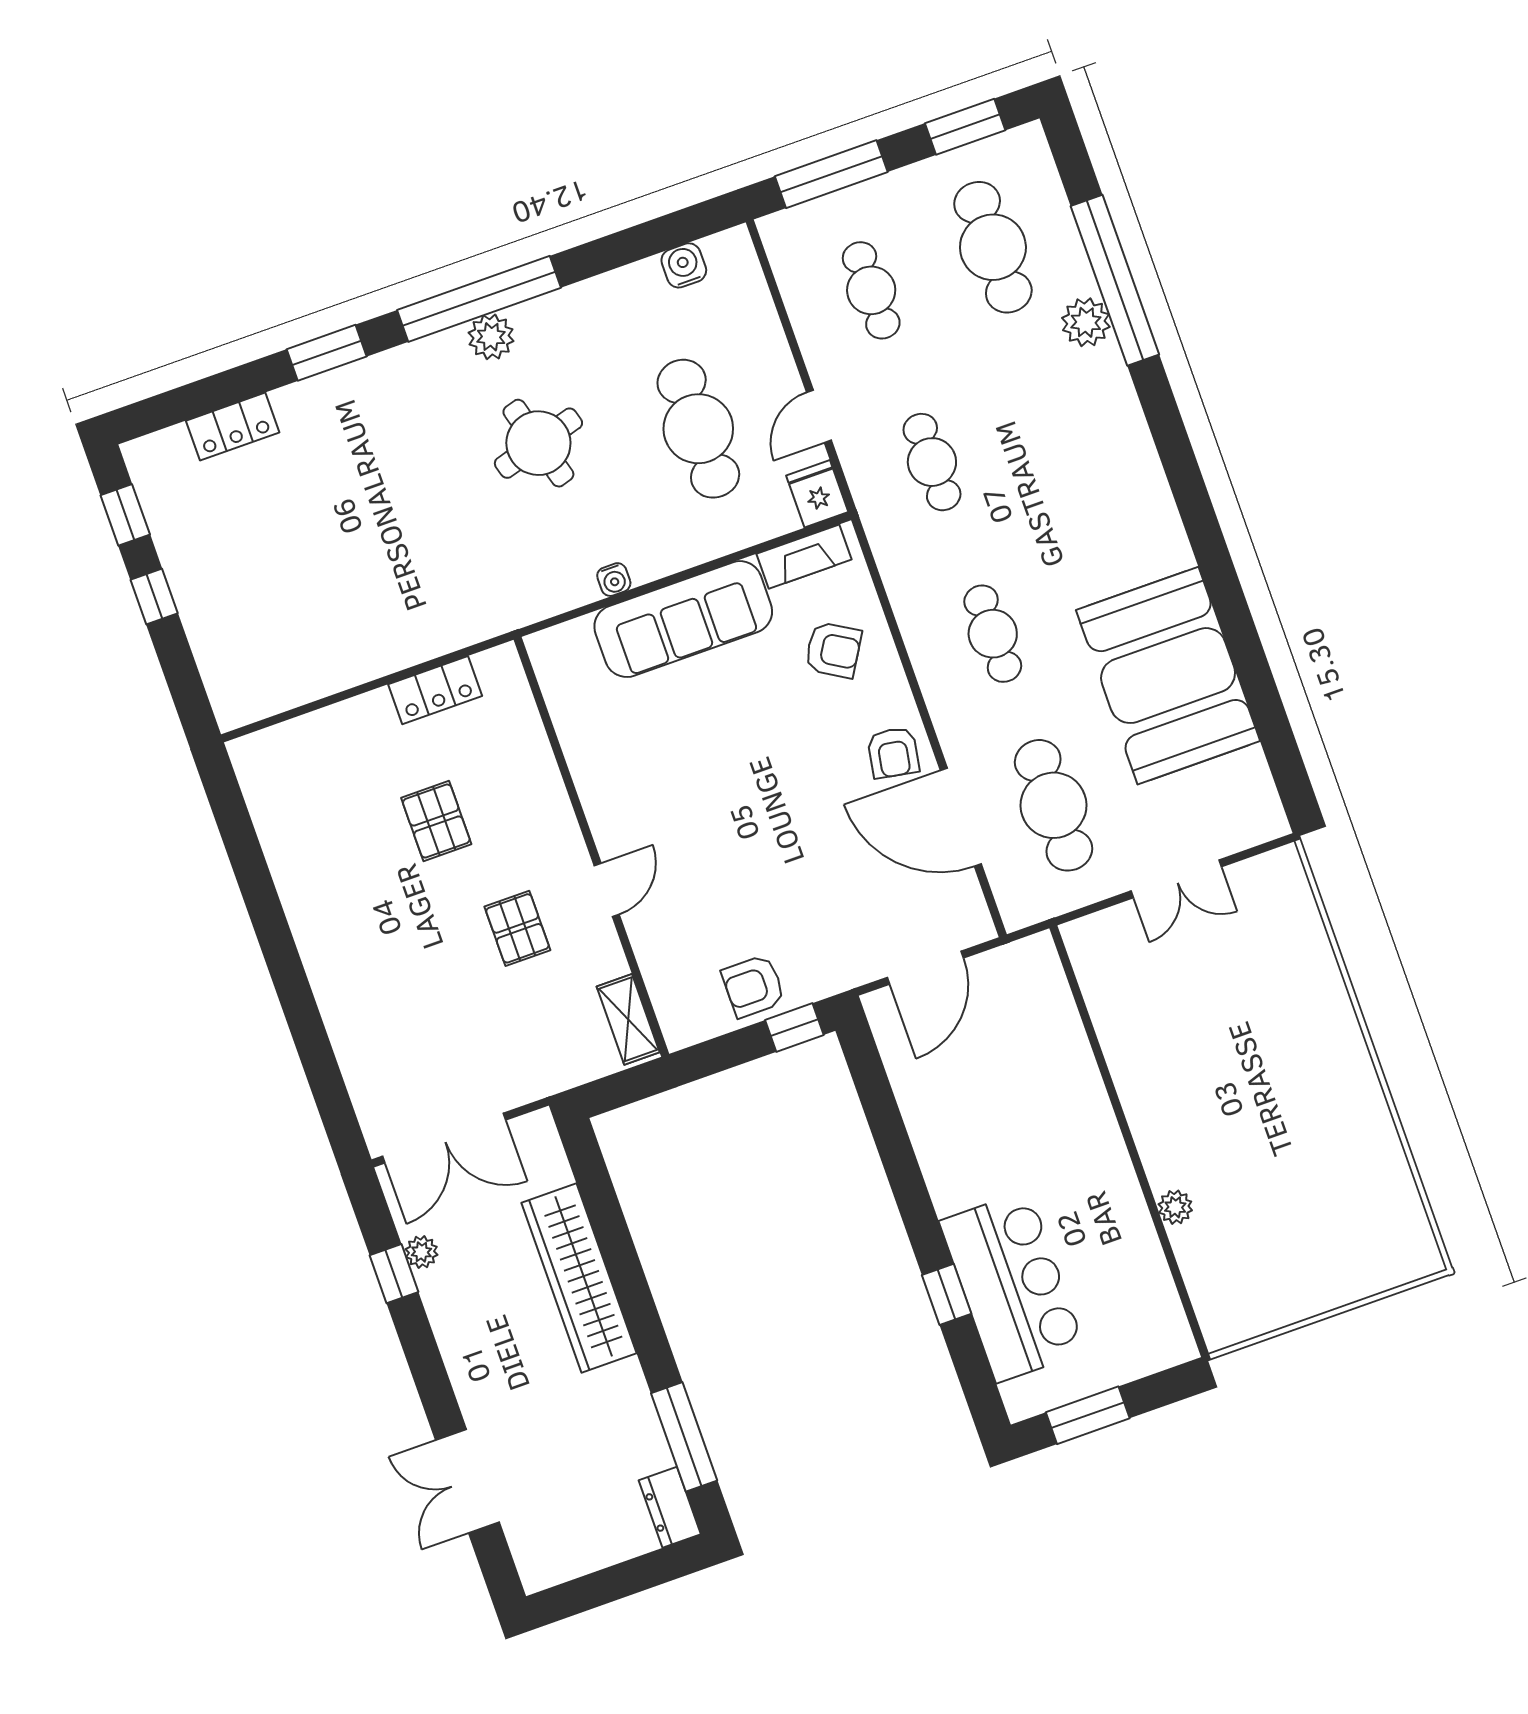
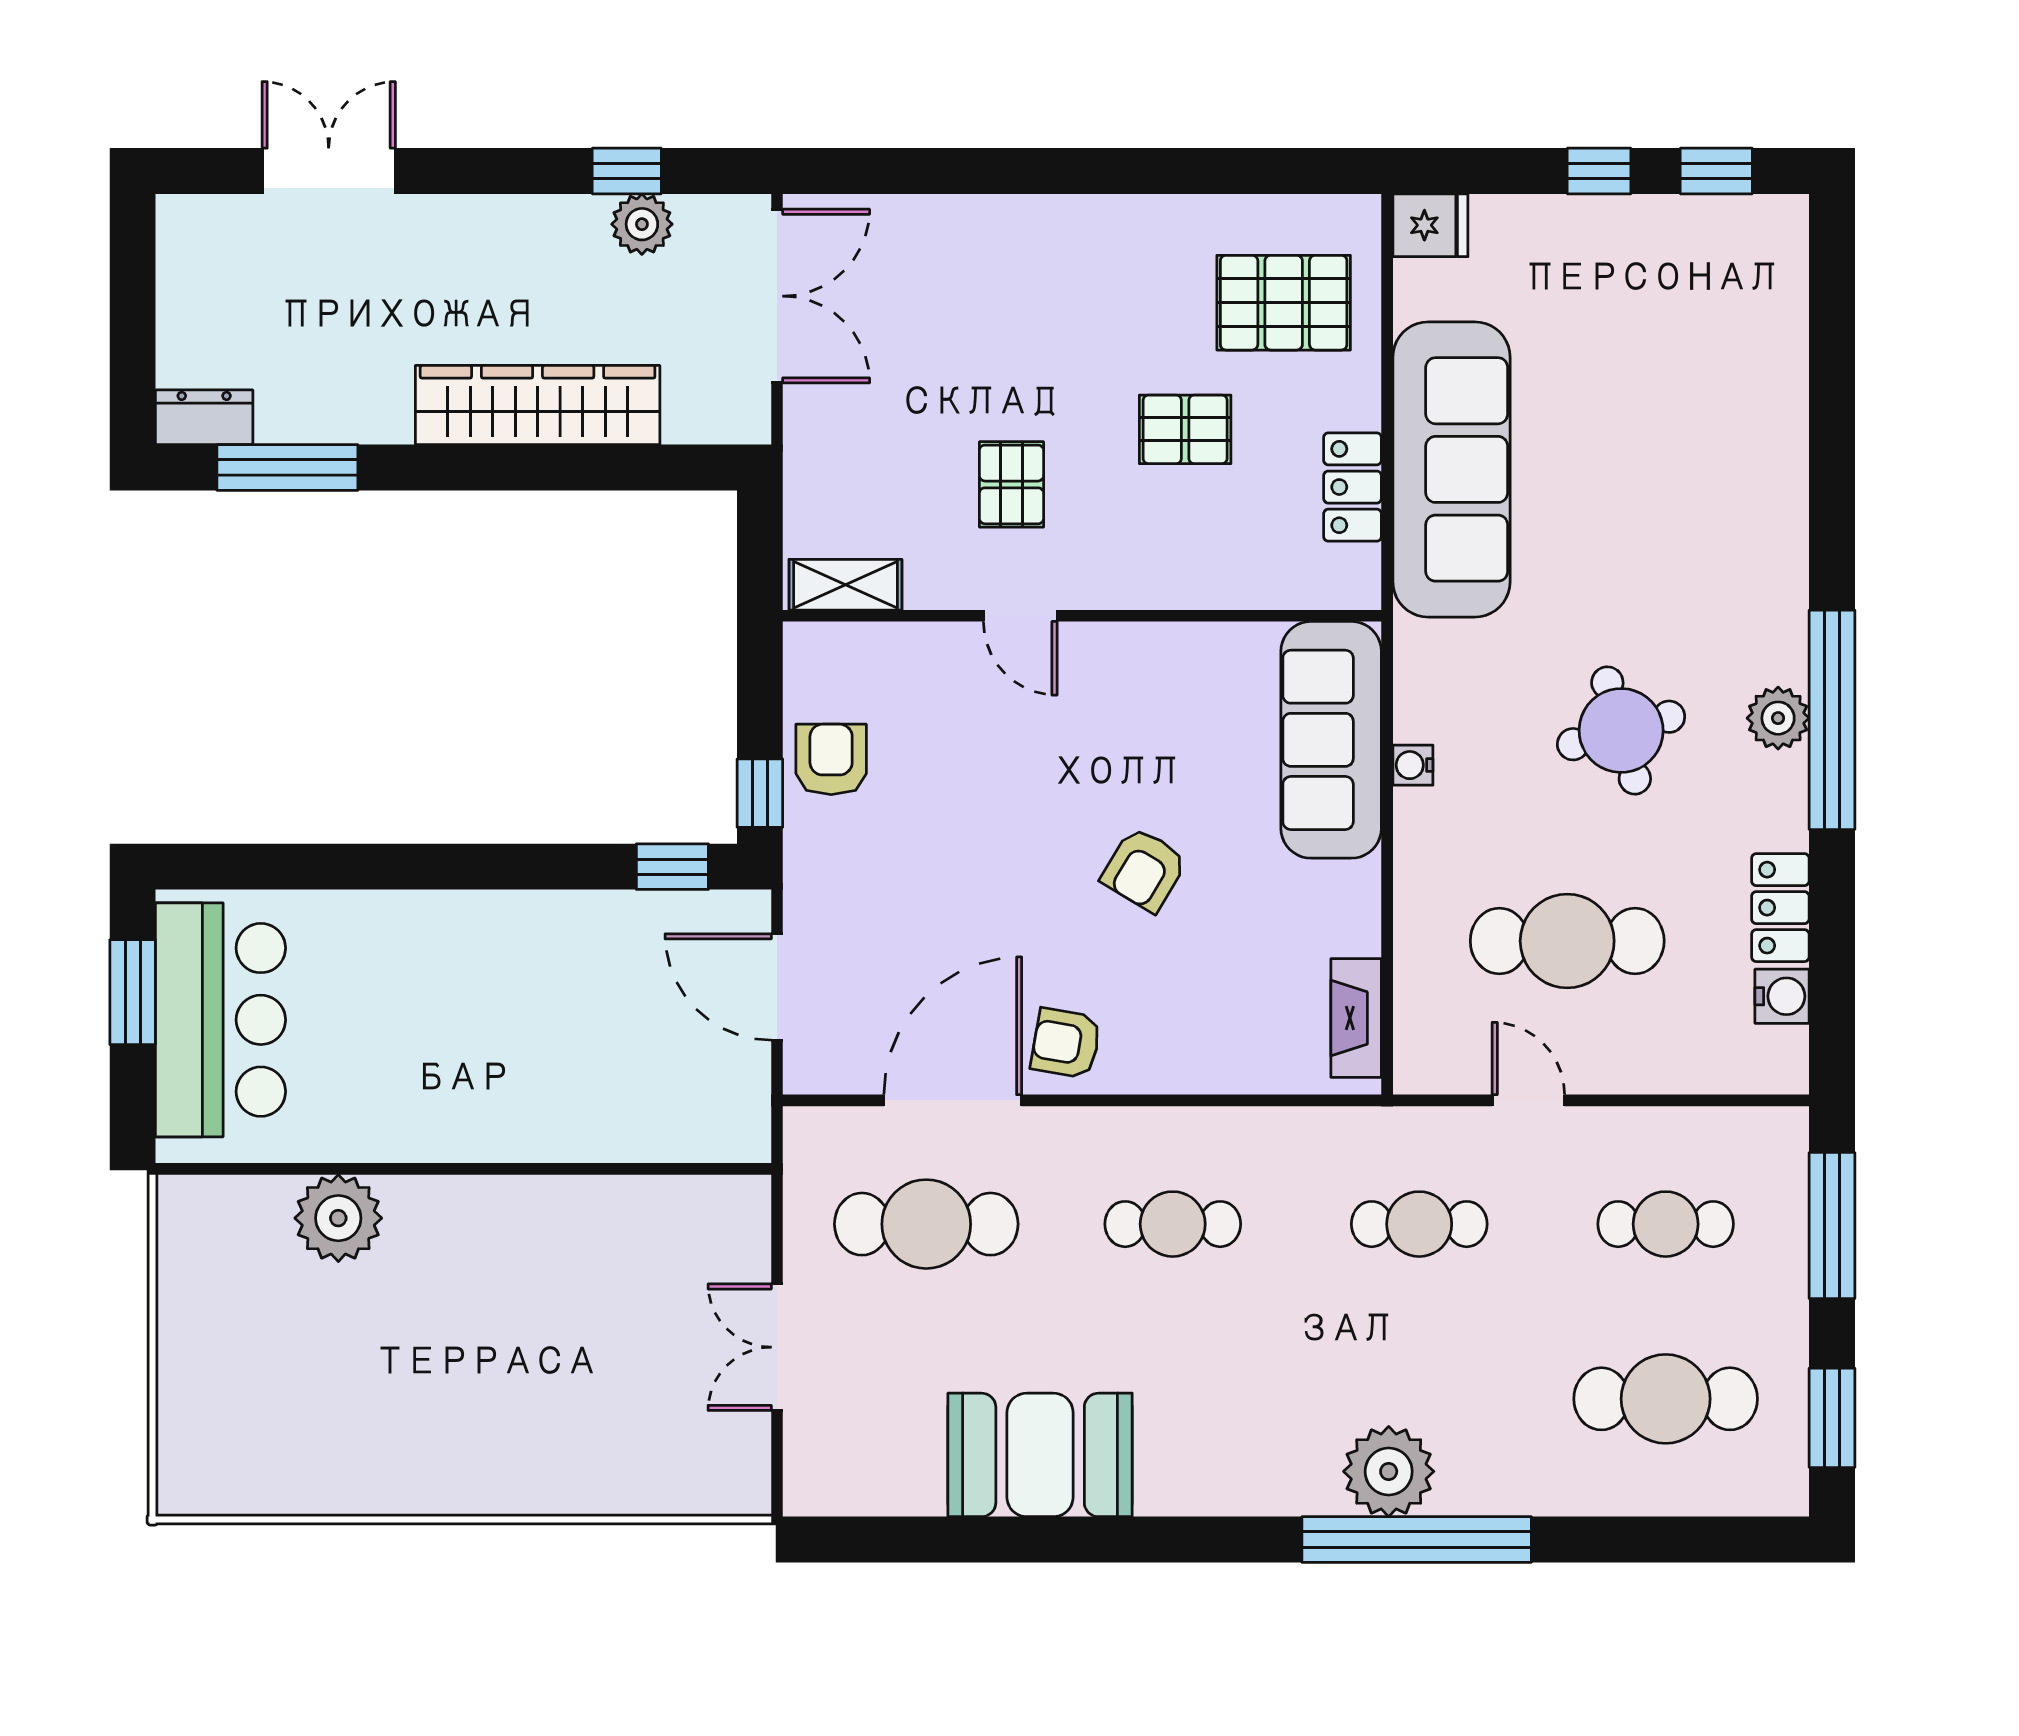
window: (1115, 280) -> (1417, 1540), moved
plant: (1086, 322) -> (1389, 1471), moved, width x1.36, depth x1.36
window: (327, 353) -> (1832, 501), removed
locker: (233, 427) -> (1780, 908), moved
fridge: (817, 494) -> (1430, 225), moved
sofa: (683, 619) -> (1331, 740), moved
sofa: (398, 626) -> (1451, 469), added
armchair: (833, 650) -> (1144, 869), moved
booth: (1168, 676) -> (1040, 1455), width x0.73, depth x0.70
pallet: (324, 784) -> (1284, 303), added
pallet: (517, 928) -> (1011, 484), turned 90
double door: (444, 1138) -> (777, 296), swing flipped
plant: (1175, 1207) -> (338, 1218), width x1.87, depth x1.87
plant: (421, 1252) -> (642, 224), width x1.38, depth x1.38
bar counter: (1013, 1286) -> (220, 1020), moved, turned -90
window: (947, 1294) -> (672, 867), moved

